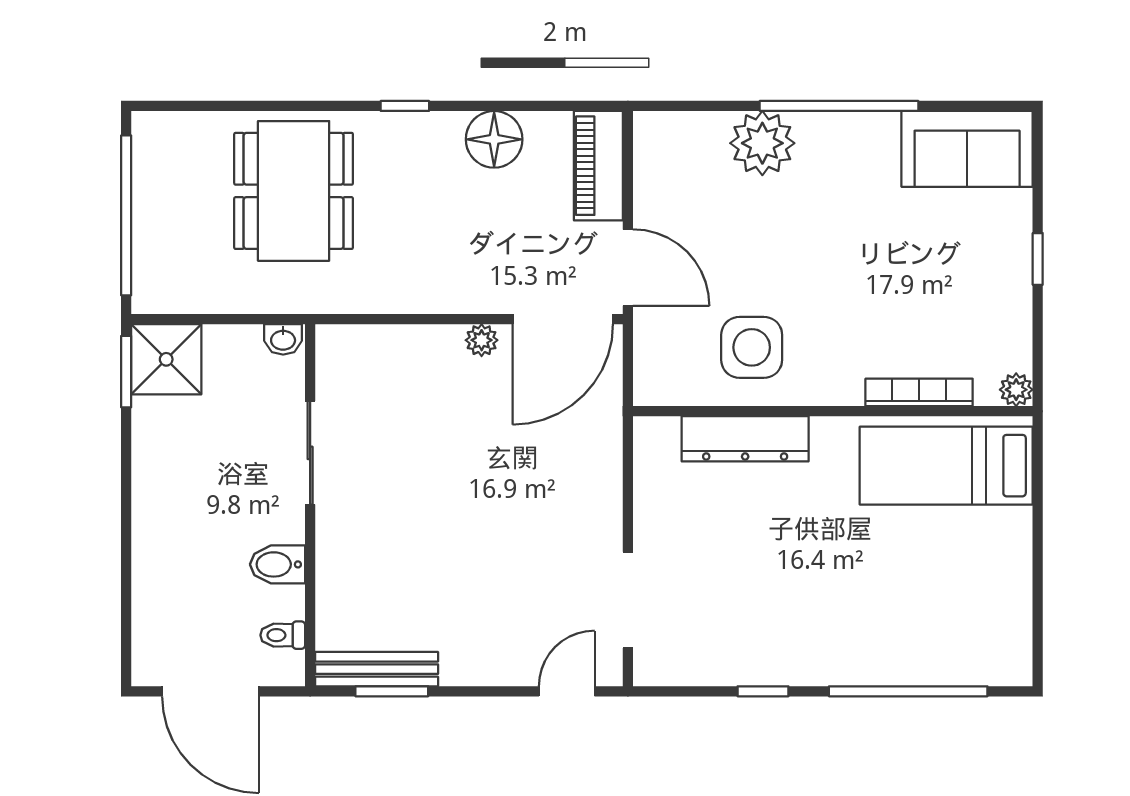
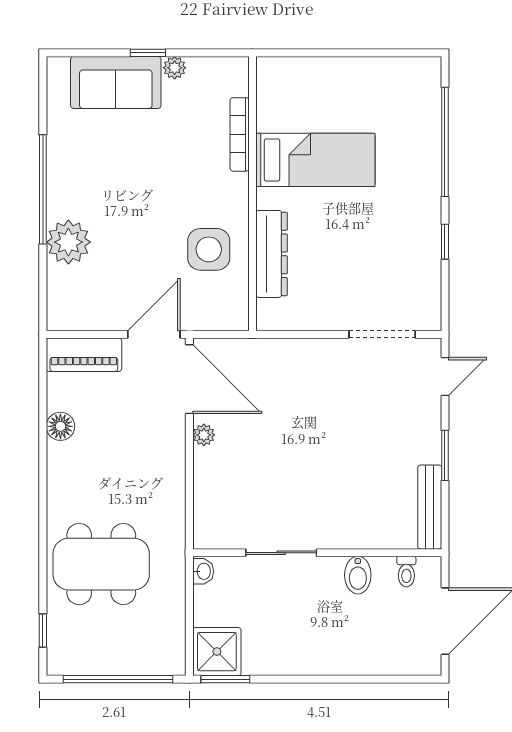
window: (405, 106) -> (43, 631), moved
floor lamp: (494, 139) -> (60, 426), width x0.73, depth x0.73
sofa: (967, 149) -> (116, 82), moved, turned 90
plant: (1016, 390) -> (175, 68), moved
bed: (946, 466) -> (315, 160), moved, turned -90
window: (392, 691) -> (445, 455), moved
door: (567, 691) -> (445, 376), swing flipped

